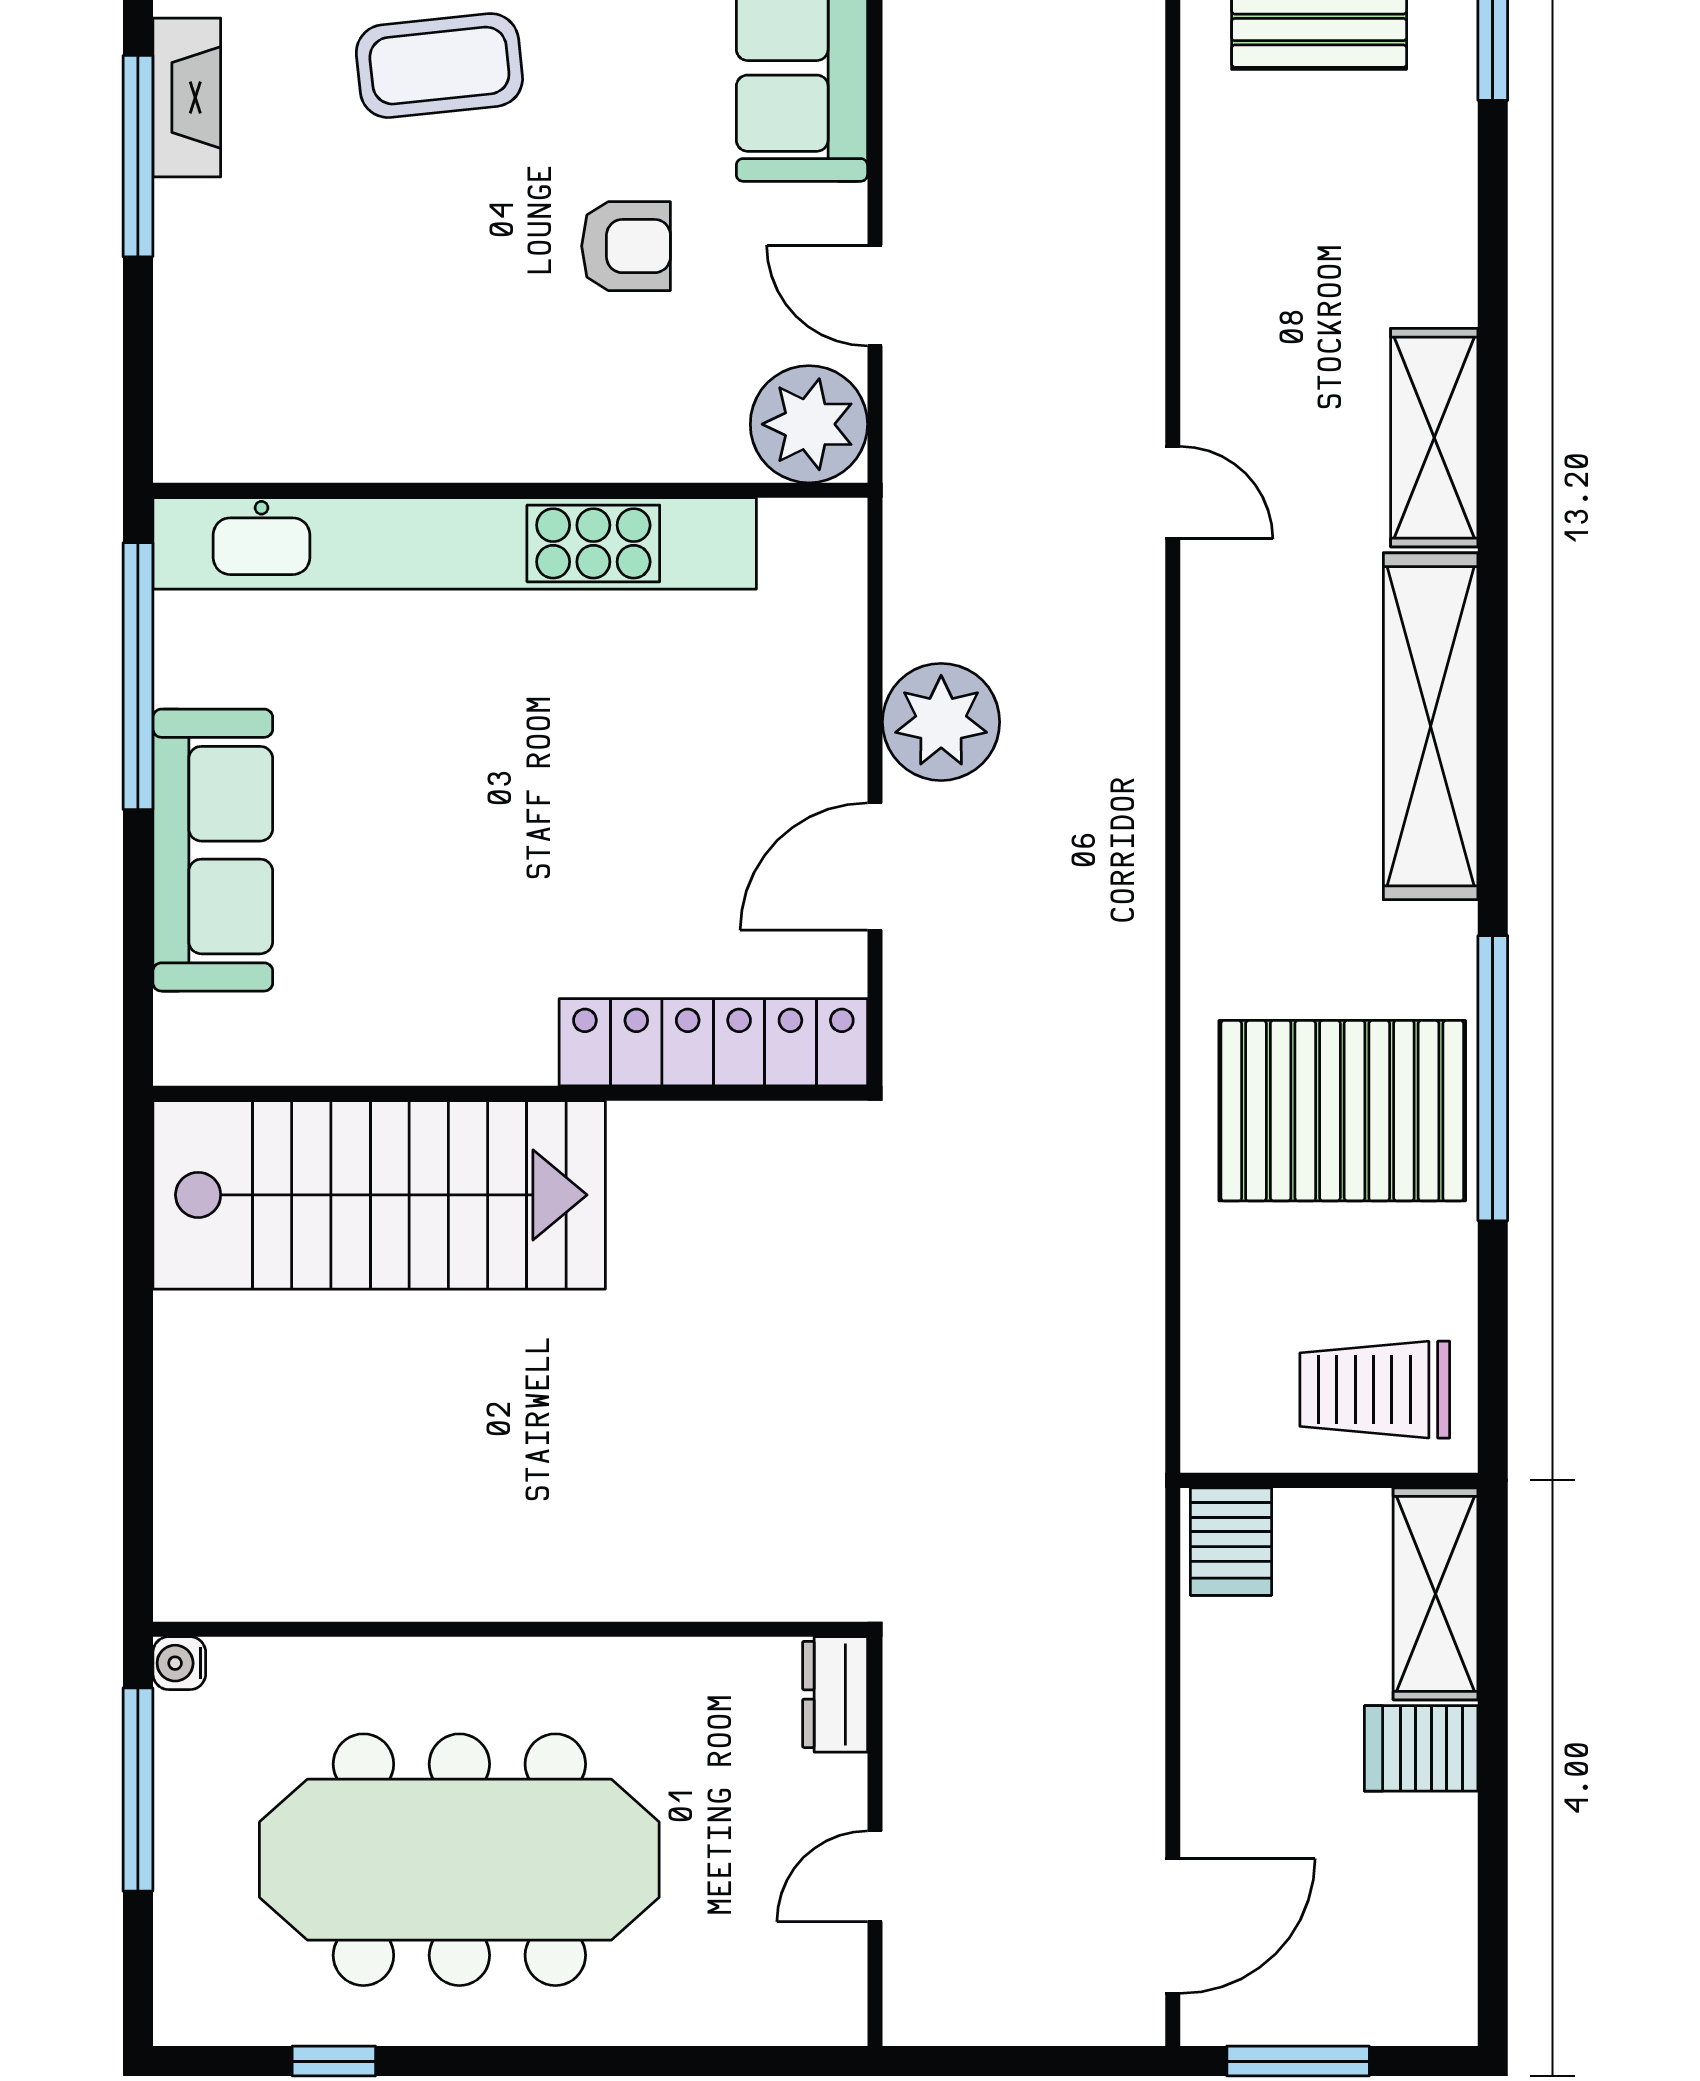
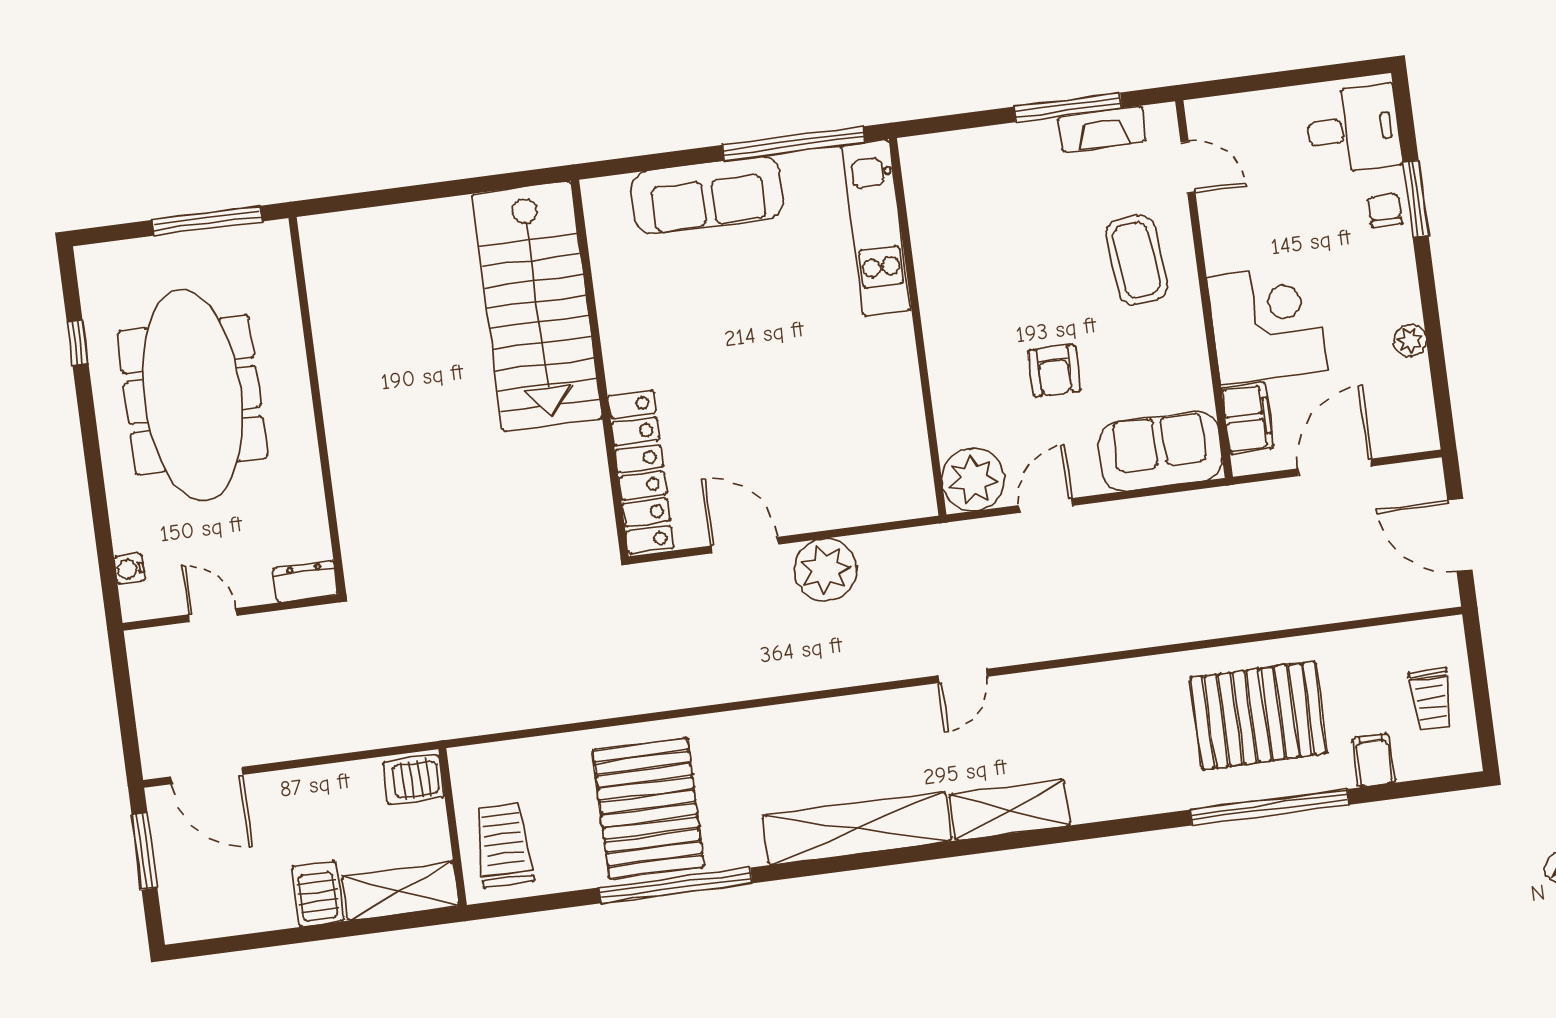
kitchen unit: (455, 543) -> (876, 228), width x0.54
water cooler: (179, 1663) -> (129, 569), moved, turned -90

